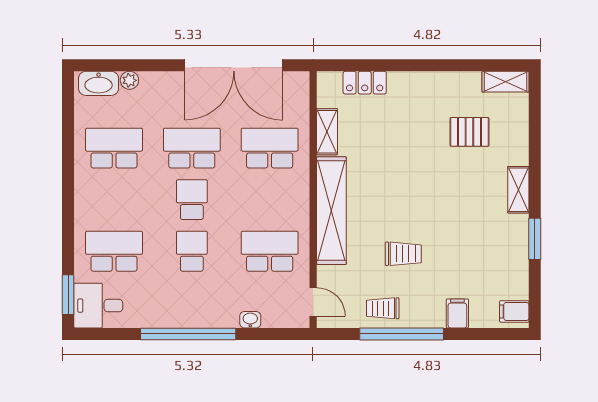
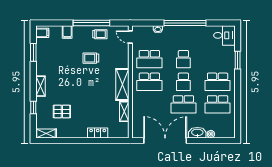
washbasin: (99, 83) -> (197, 133), moved
locker: (365, 83) -> (98, 133), moved
window: (535, 141) -> (33, 107), added
school desk: (270, 148) -> (149, 82), moved
shelving: (331, 211) -> (122, 84), width x0.68
window: (535, 239) -> (33, 52), moved
school desk: (114, 251) -> (218, 82), moved
window: (68, 295) -> (238, 60), moved

